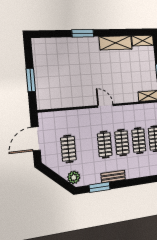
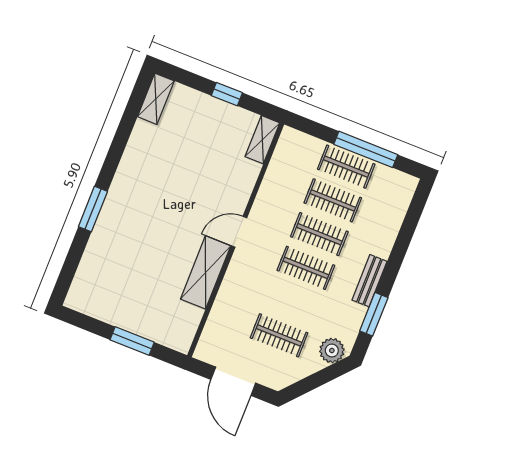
shelving: (116, 43) -> (206, 272), moved

